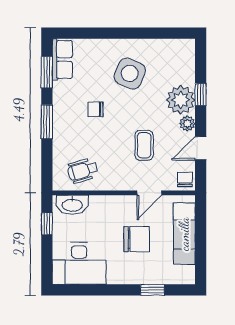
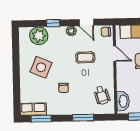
plant: (181, 100) -> (39, 36), moved
window: (47, 122) -> (83, 118), moved

